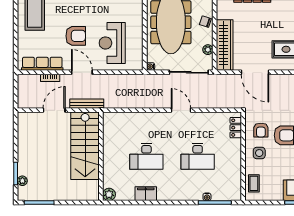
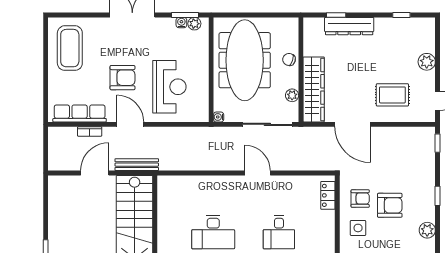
reception desk: (112, 43) -> (169, 87), turned 180
armchair: (261, 130) -> (360, 199), turned -90
desk: (198, 156) -> (279, 232), width x0.73

